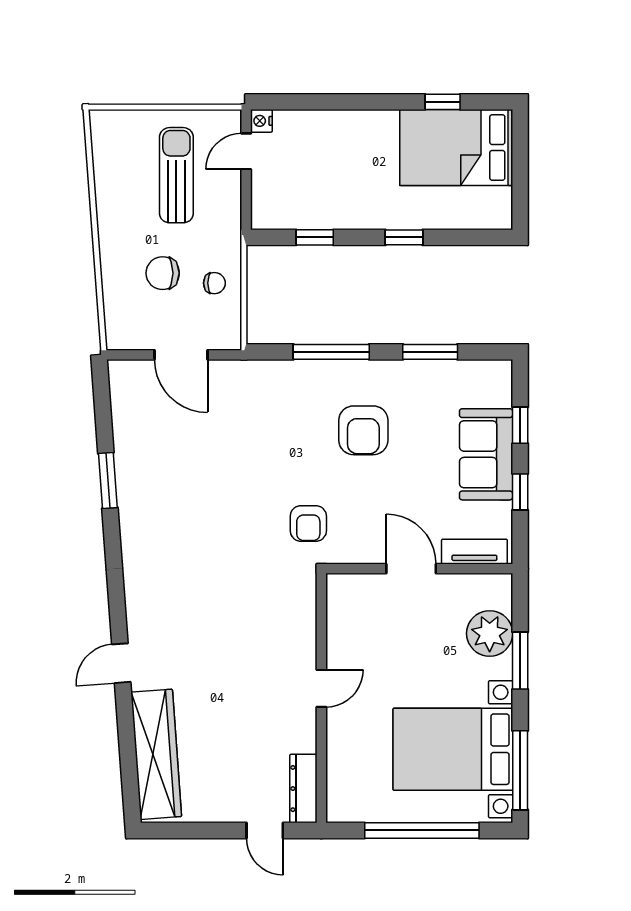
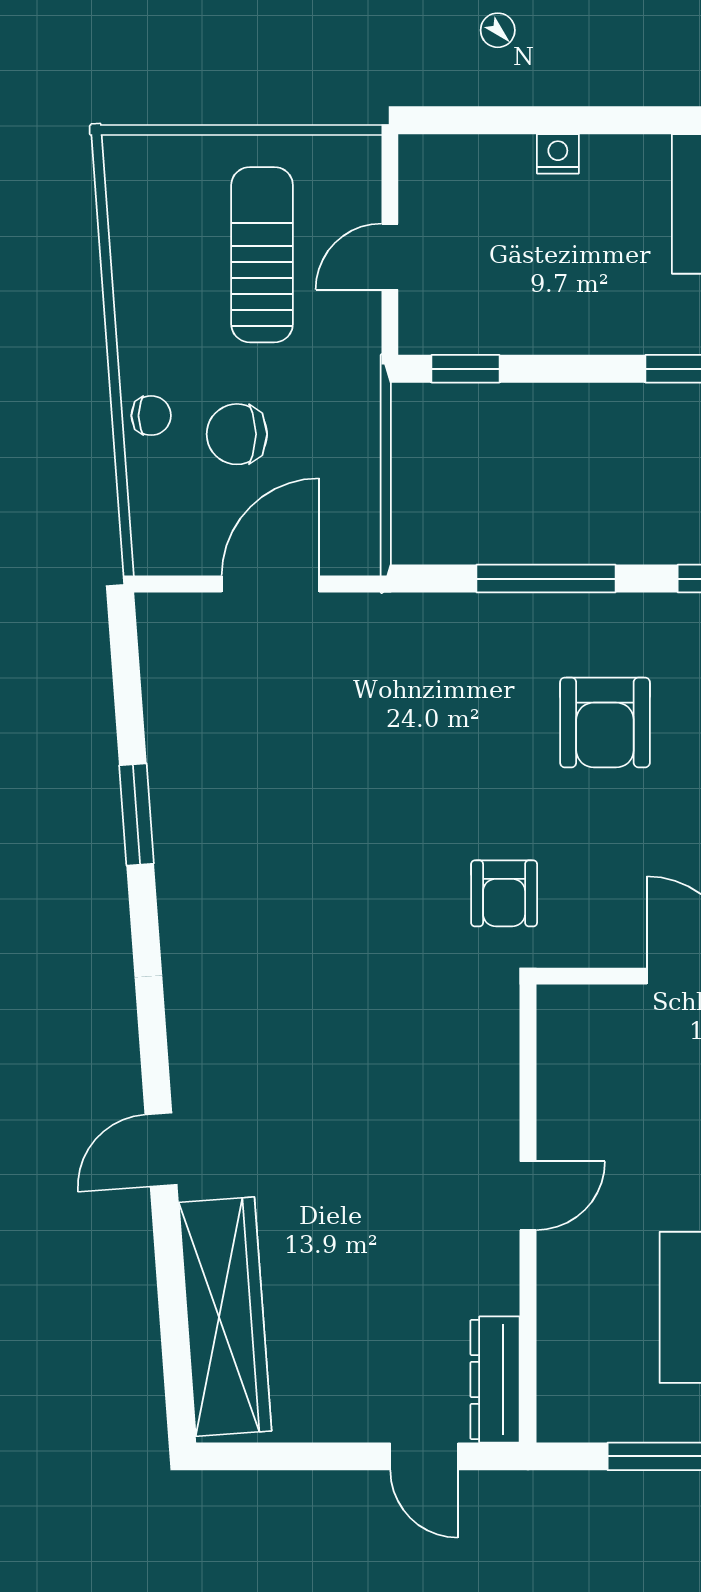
nightstand: (261, 121) -> (558, 154), moved, turned 90
door: (246, 151) -> (390, 257), moved
window: (315, 237) -> (466, 369), moved
chair: (214, 283) -> (151, 416), moved
door: (181, 355) -> (270, 584), swing flipped

